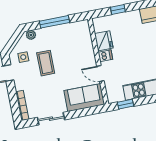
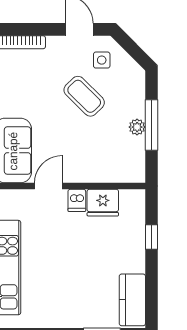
plant: (31, 35) -> (137, 127), moved
coffee table: (46, 63) -> (84, 96), turned 45

